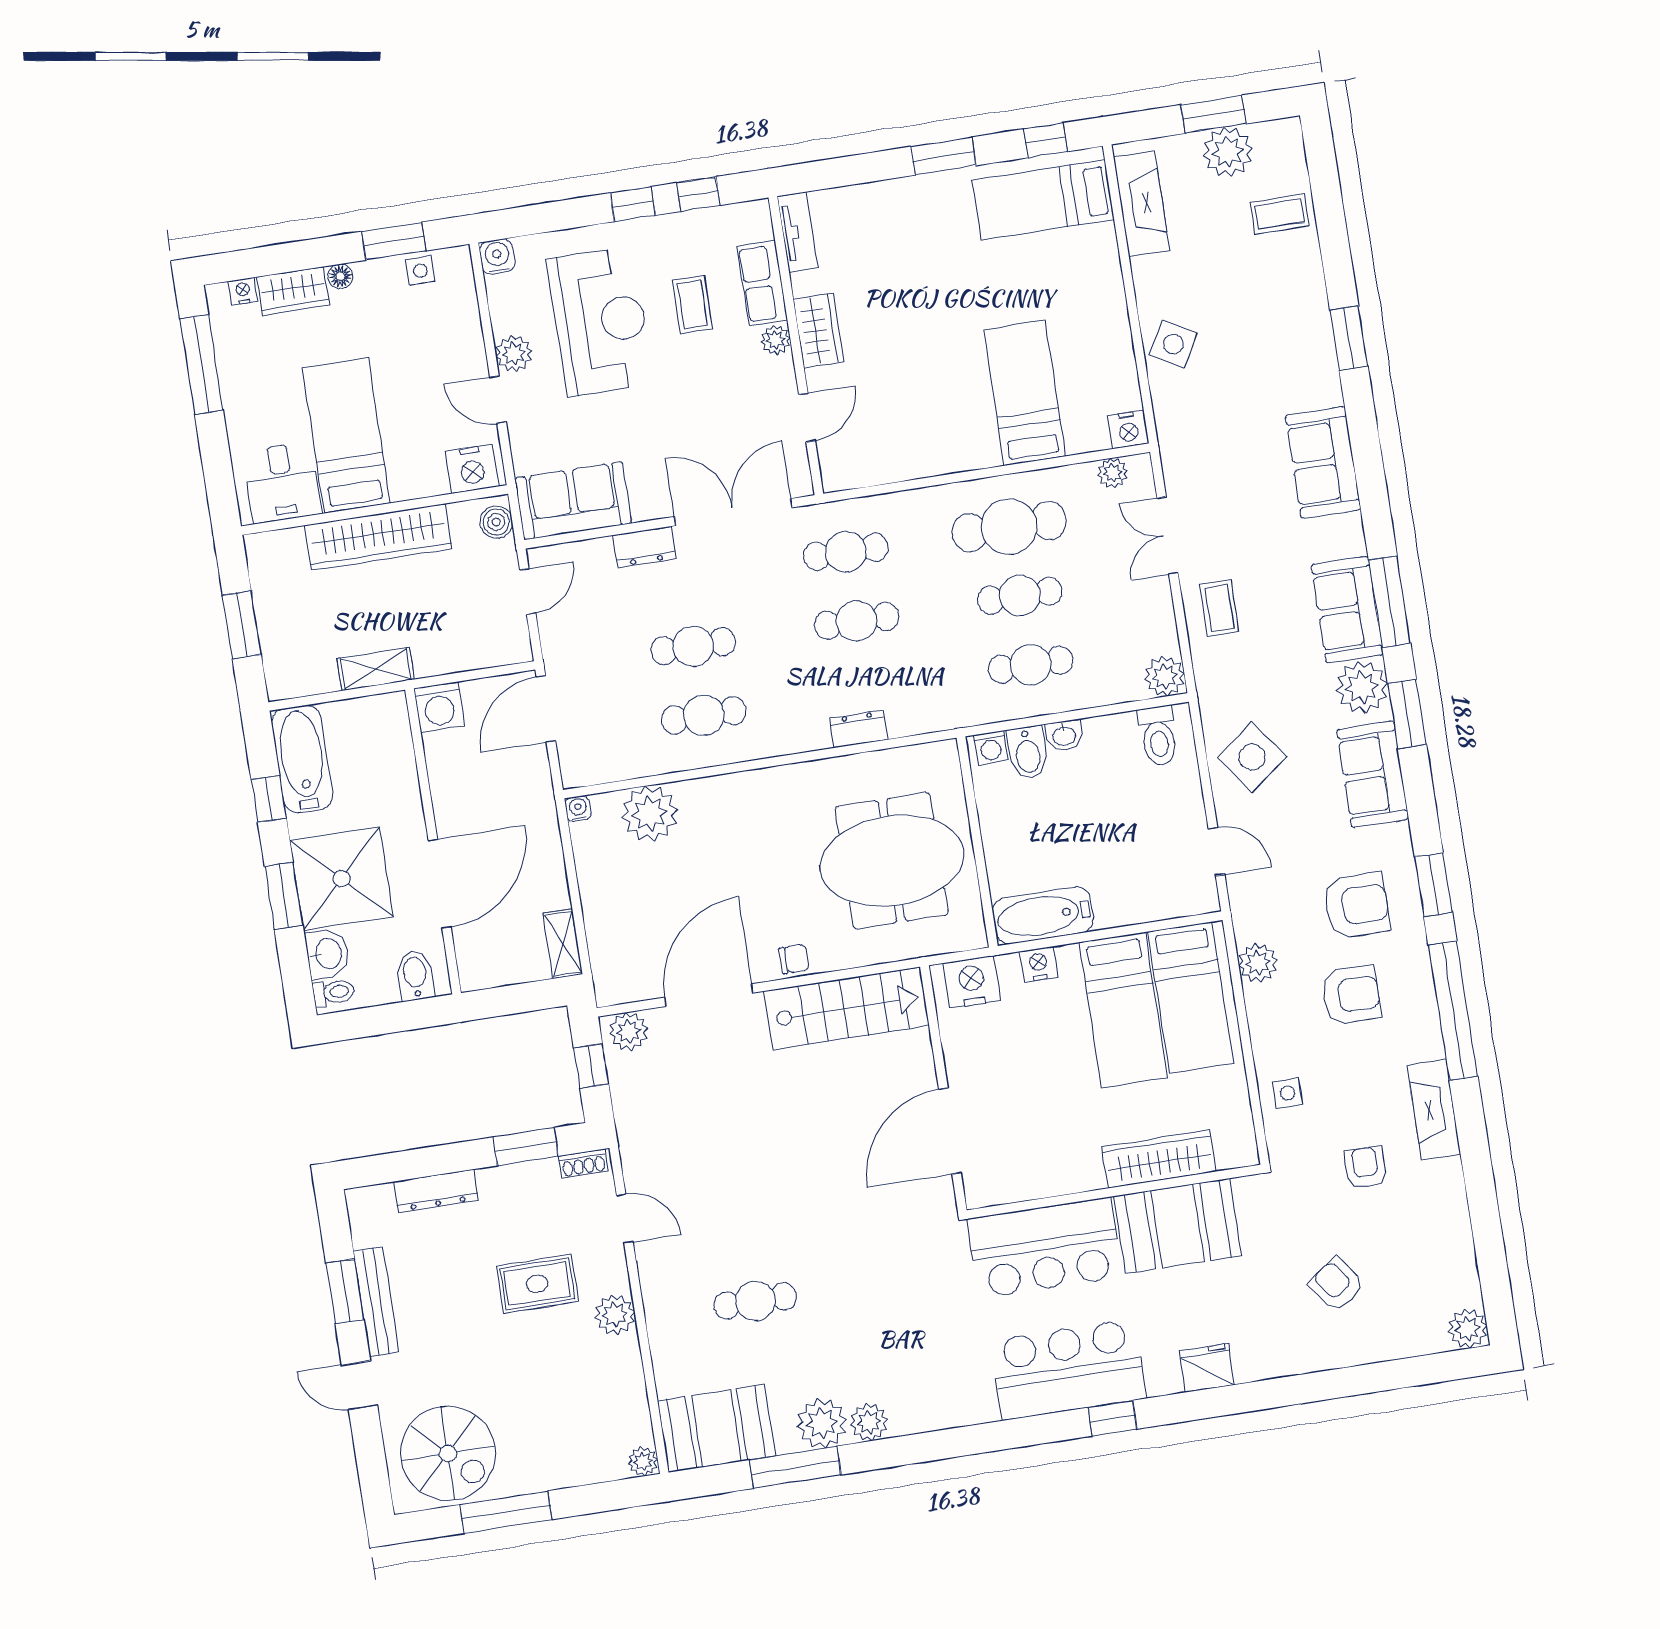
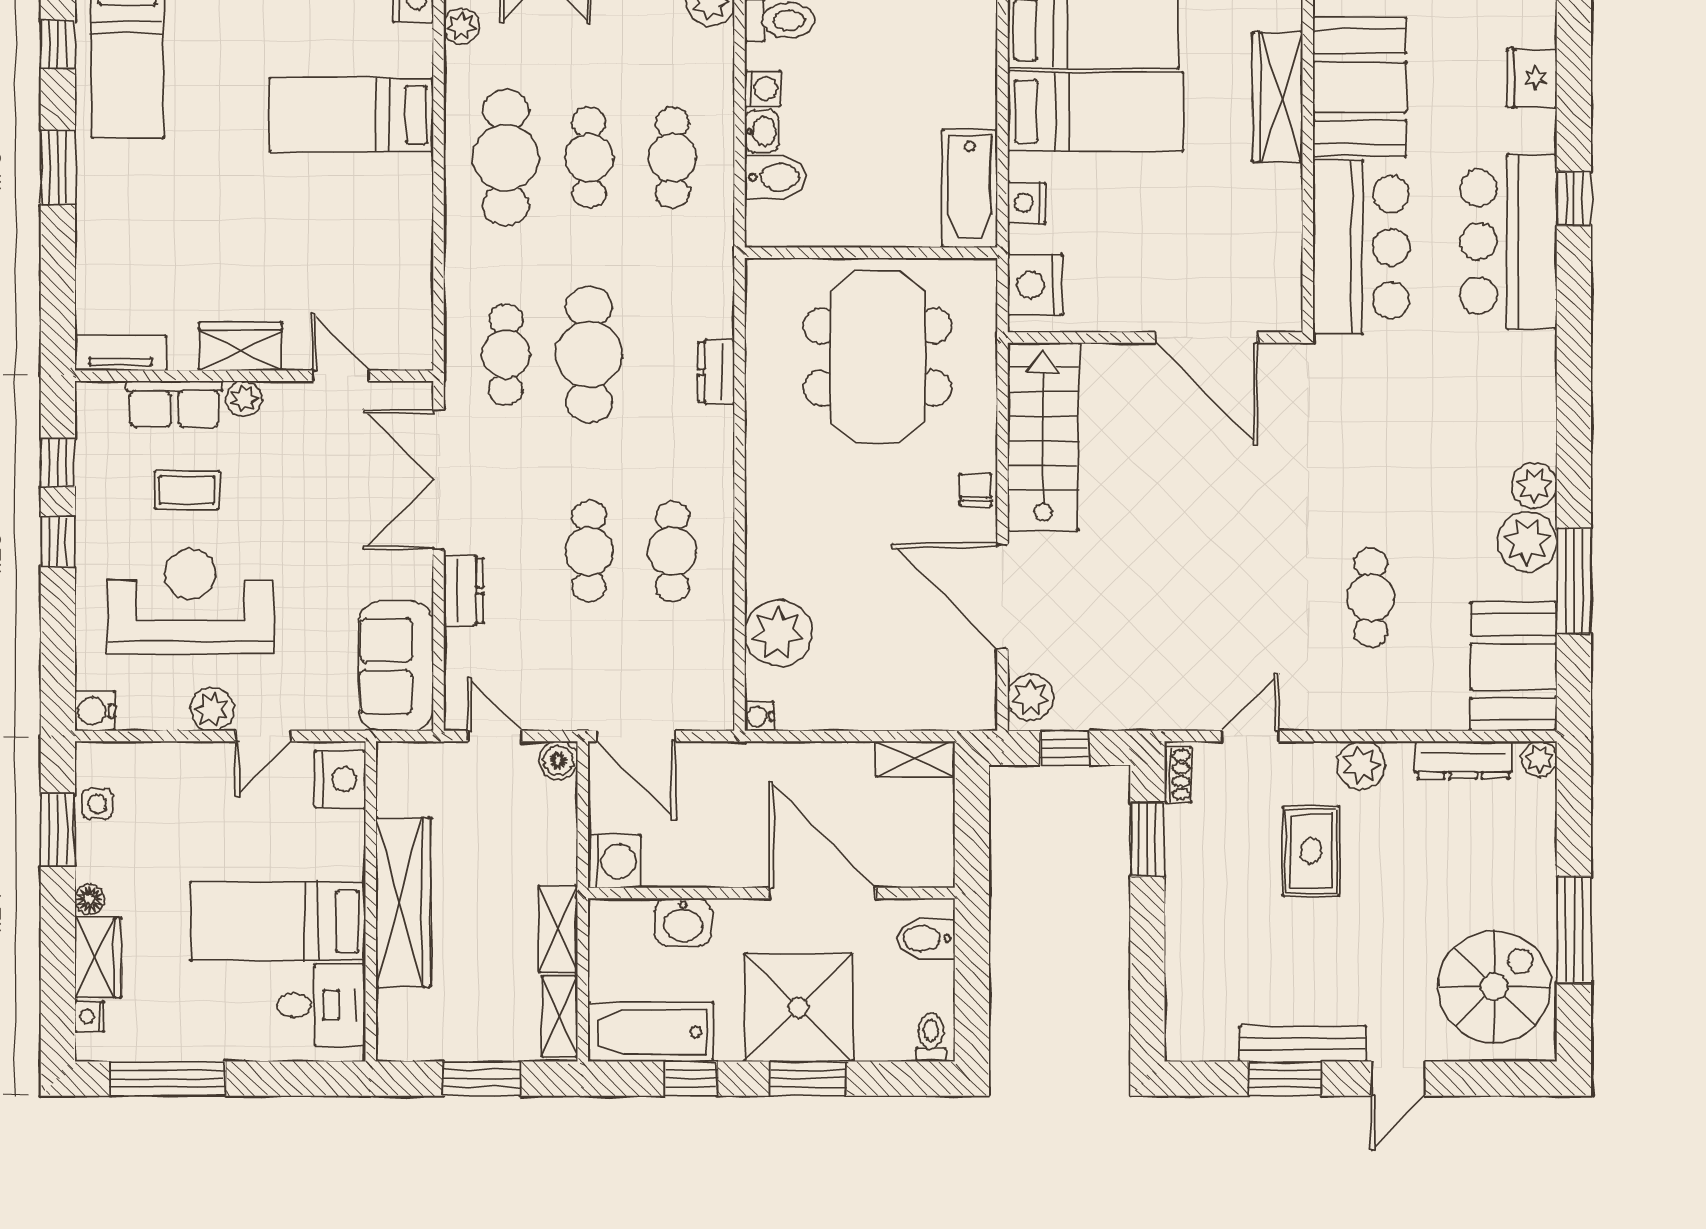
boiler: (496, 522) -> (558, 760), moved
cafe table: (857, 621) -> (589, 354), width x1.37, depth x1.35
shelving: (303, 681) -> (559, 1016), added
washing machine: (991, 748) -> (763, 89), moved
washbasin: (327, 954) -> (683, 922), moved, turned 180
dresser: (436, 1191) -> (1463, 760), moved, turned 90

